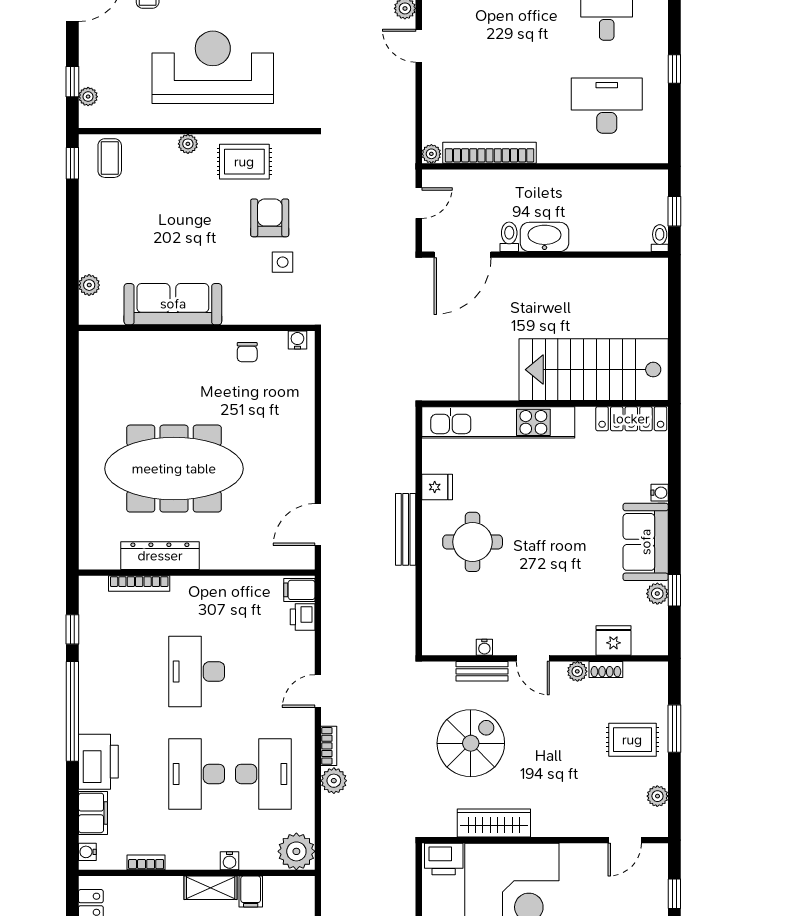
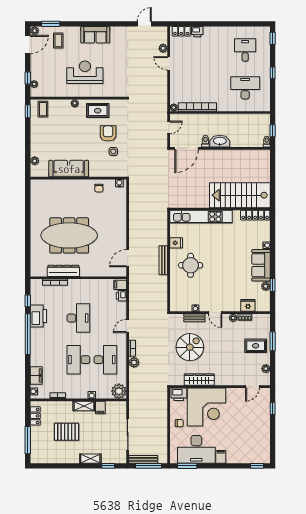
reception desk: (213, 67) -> (85, 72), width x0.74, depth x0.77
desk: (197, 672) -> (78, 318), turned 180
printer: (98, 762) -> (38, 316), moved

